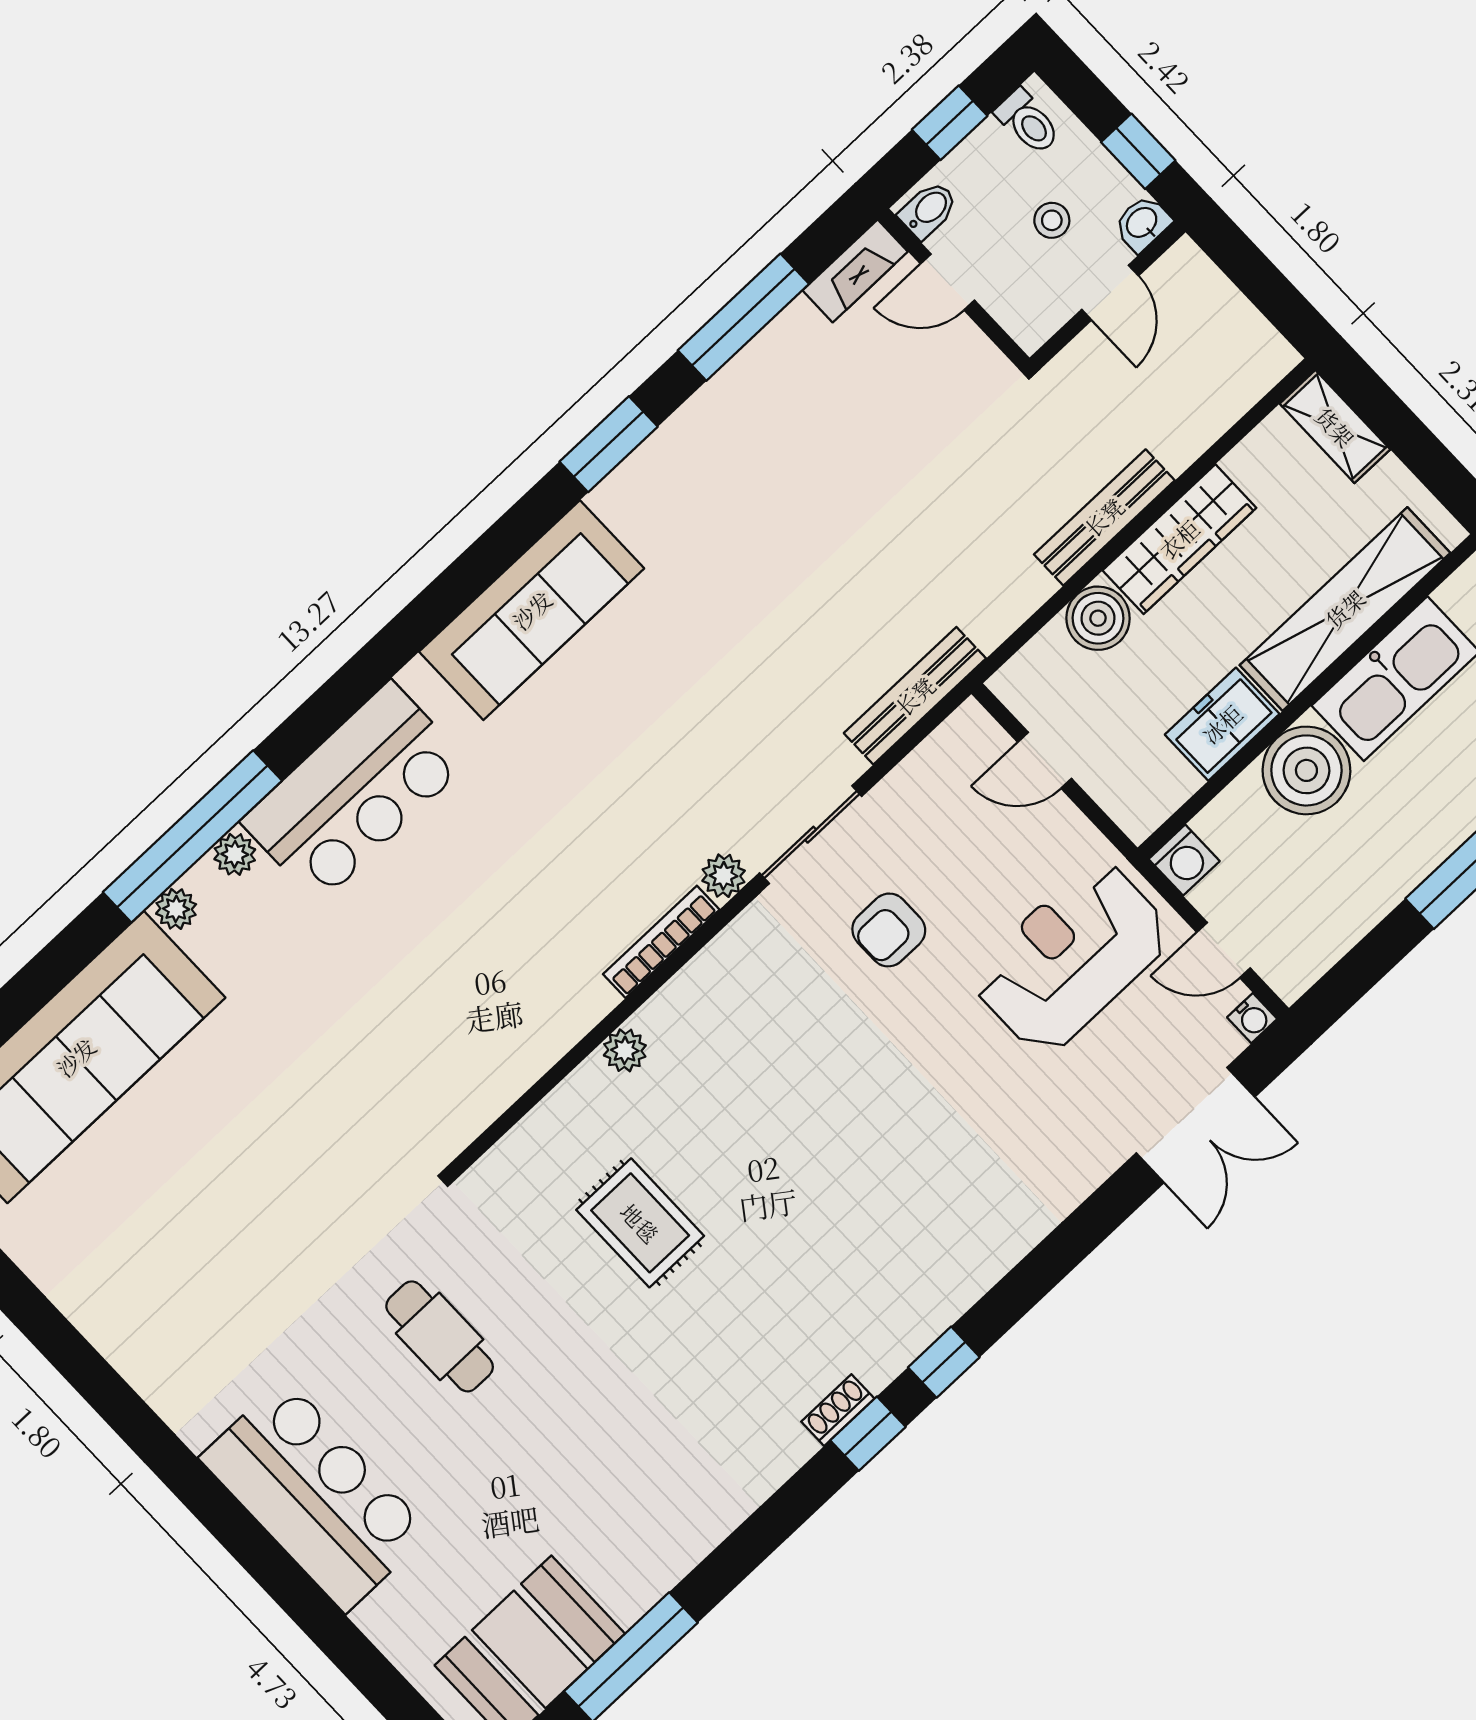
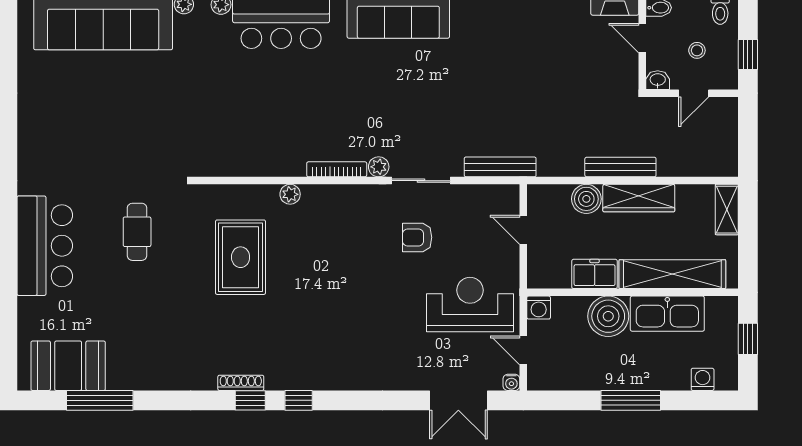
washbasin: (1142, 223) -> (658, 80), moved
rug: (640, 1223) -> (241, 257), width x1.36, depth x1.43
shoe rack: (838, 1410) -> (241, 383), width x1.43

